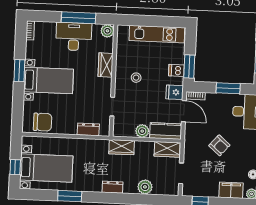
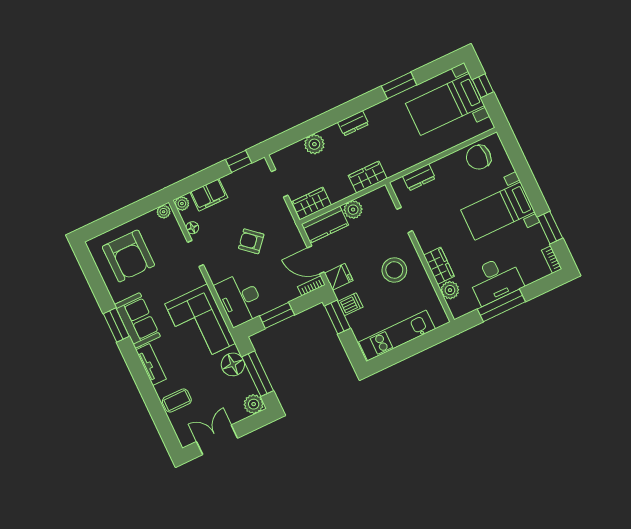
plant: (107, 31) -> (450, 290), moved
window: (19, 71) -> (550, 228), moved
stool: (136, 78) -> (394, 270), width x1.89, depth x1.89

